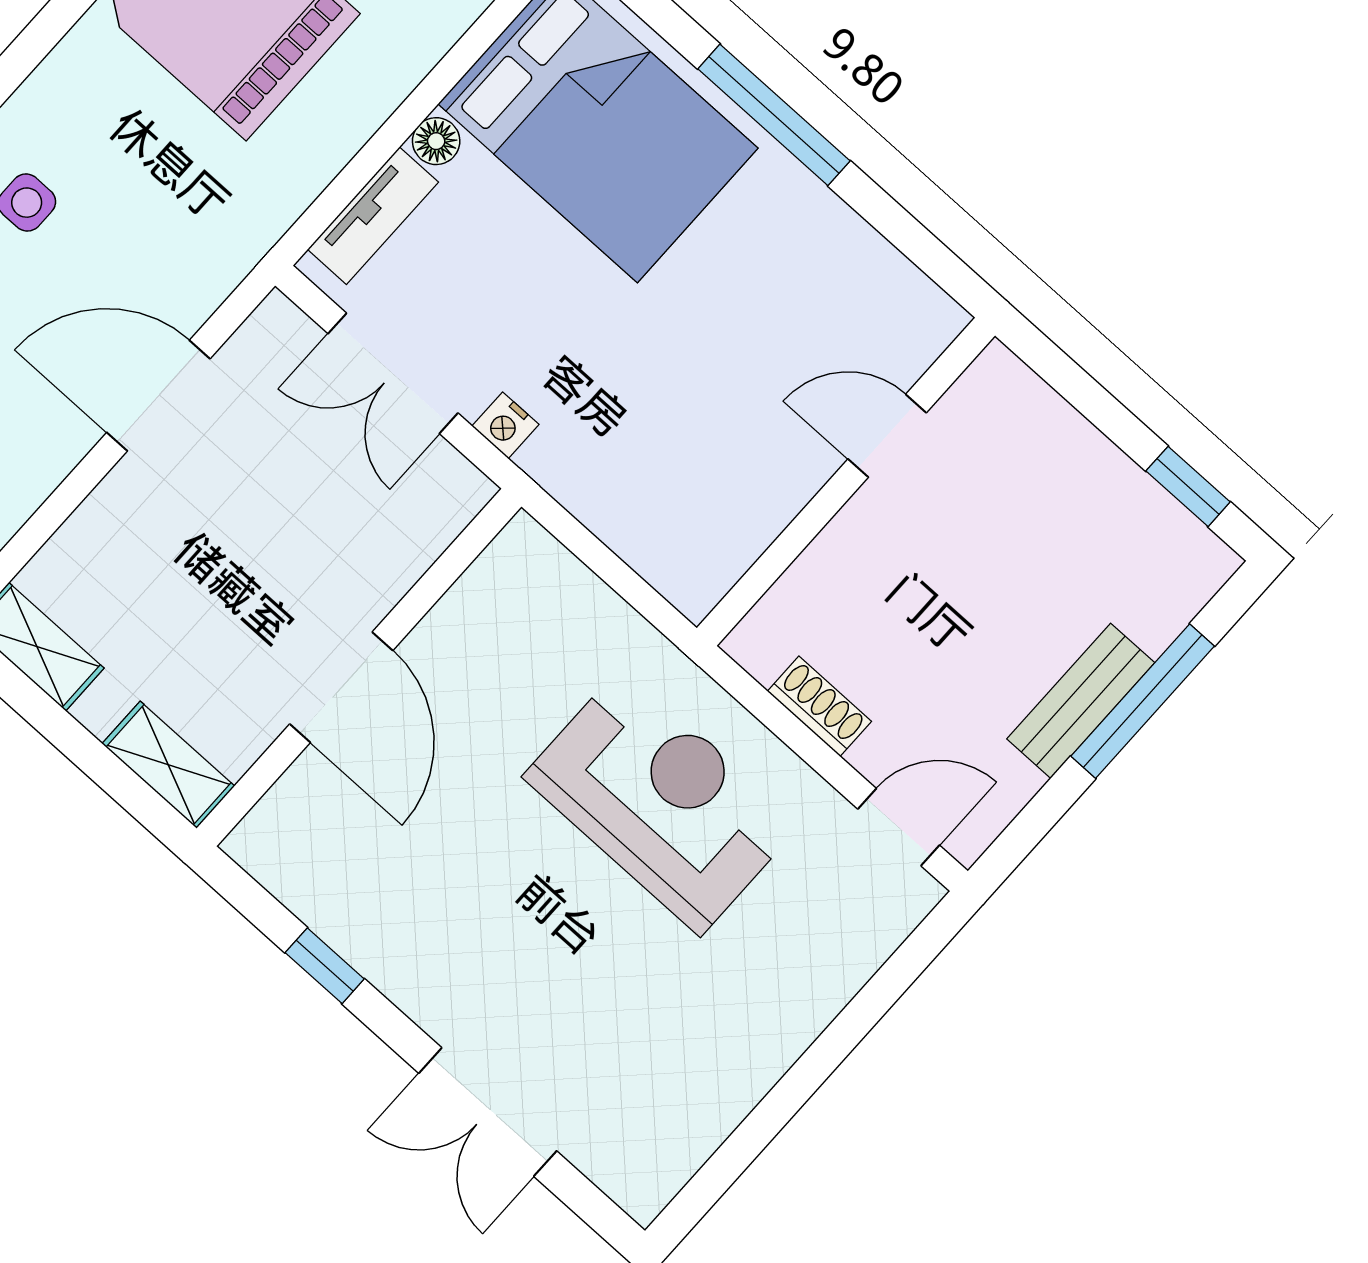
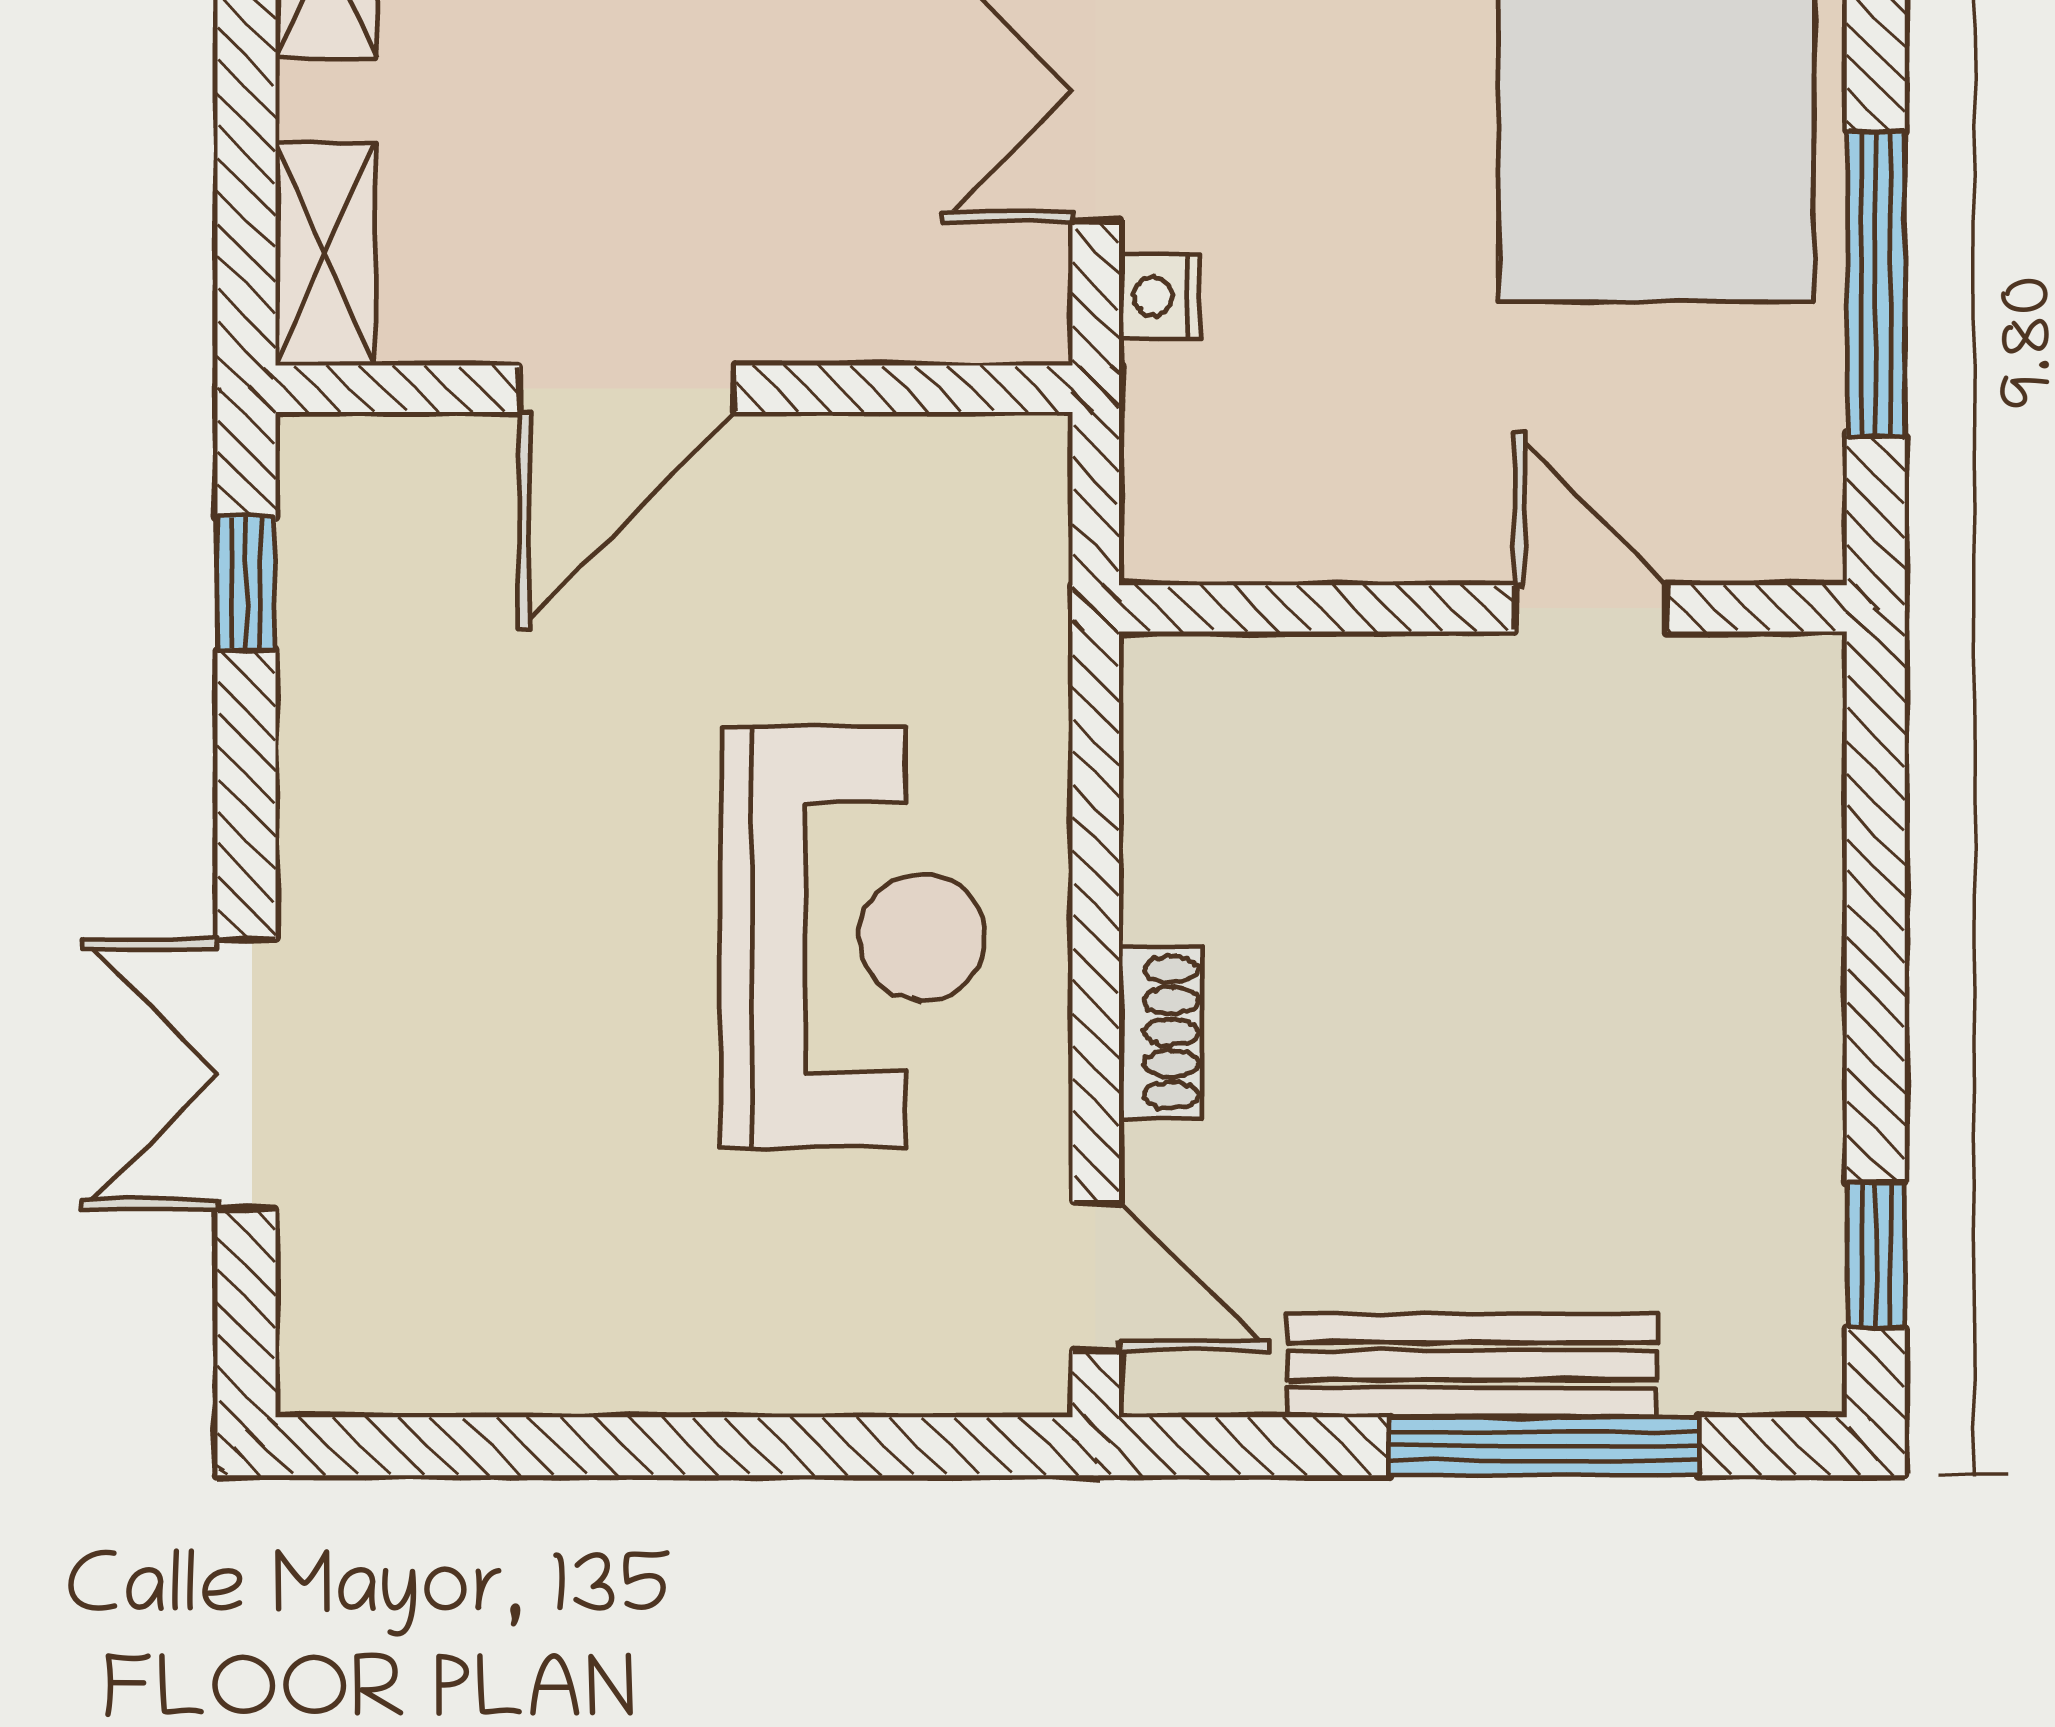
door: (887, 436) -> (1591, 608), moved
wall: (846, 482) -> (1483, 608), moved
bench: (1081, 701) -> (1472, 1365), width x1.36
window: (325, 966) -> (246, 583), moved

